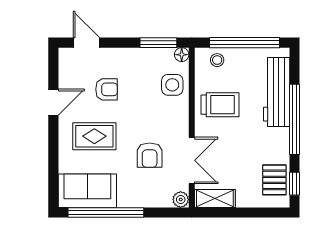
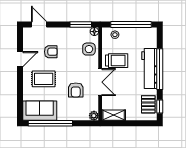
workbench: (277, 92) -> (149, 68), moved
double door: (192, 160) -> (100, 82), moved

